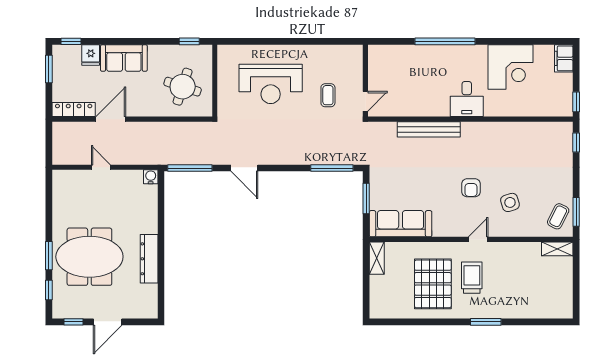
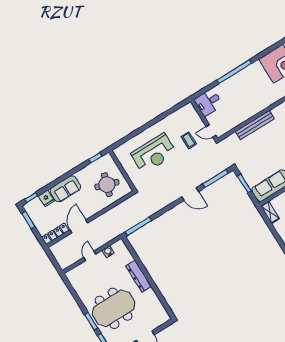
desk: (467, 99) -> (208, 102), moved, turned 90
door: (365, 101) -> (211, 131), swing flipped
door: (101, 167) -> (90, 256), hinge flipped
door: (244, 168) -> (190, 194), moved
water cooler: (151, 177) -> (108, 252), moved
dresser: (149, 259) -> (139, 276), moved

